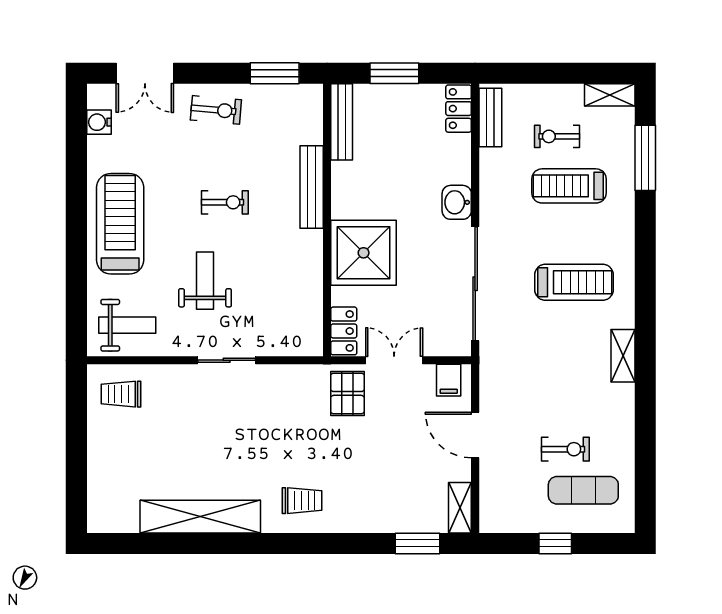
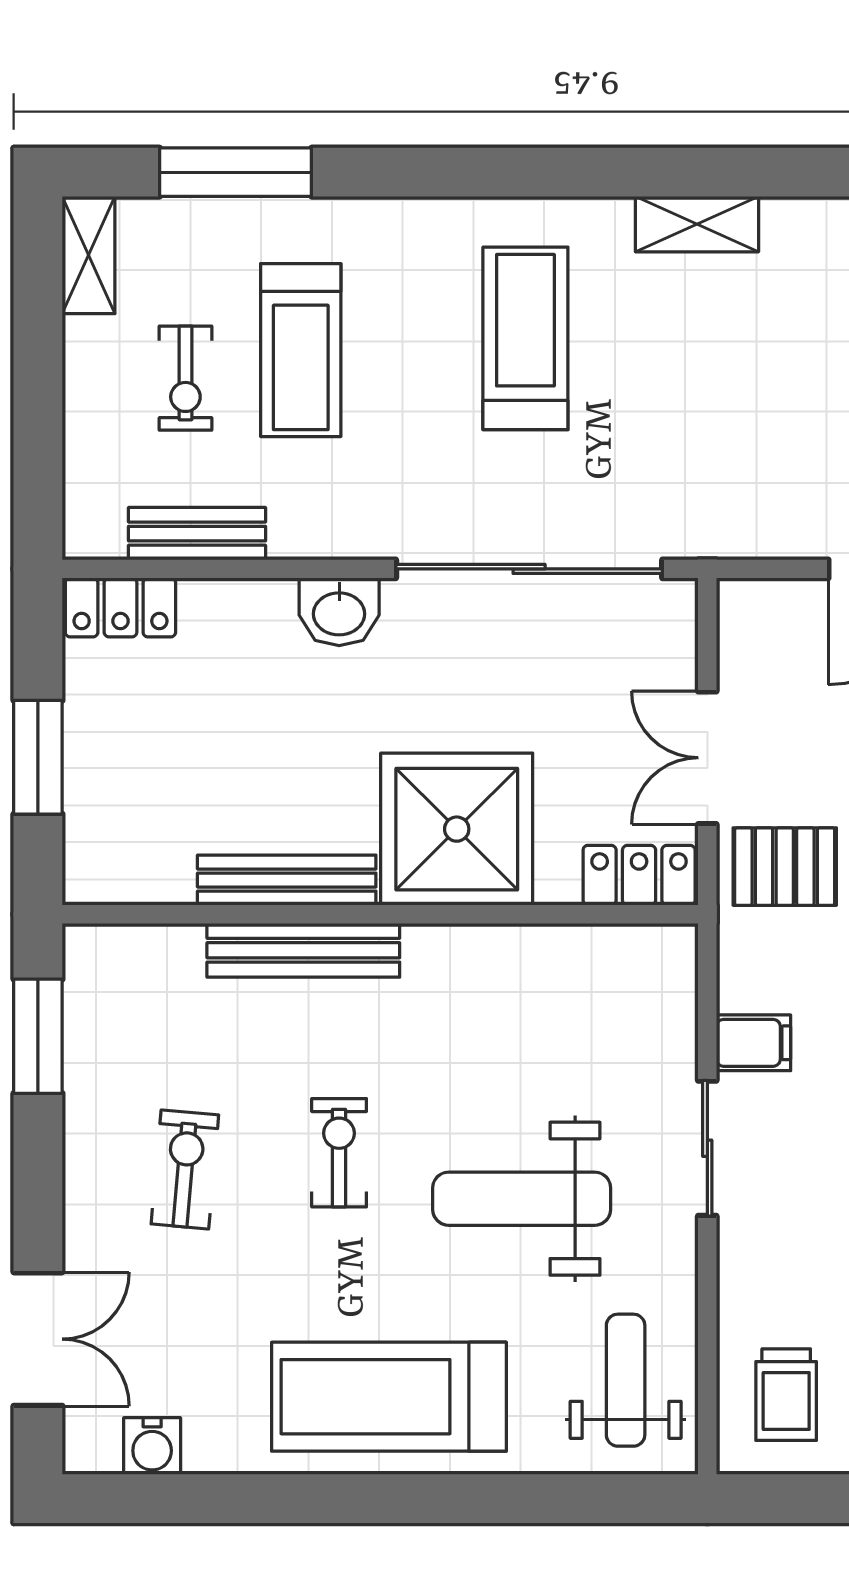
exercise bike: (216, 110) -> (185, 1169), moved
bench: (490, 118) -> (197, 534), moved
bench: (342, 122) -> (287, 880), moved
weight bench: (205, 281) -> (522, 1199), width x1.36, depth x1.33
filing cabinet: (449, 380) -> (754, 1043), moved

